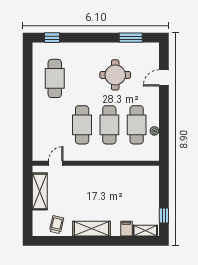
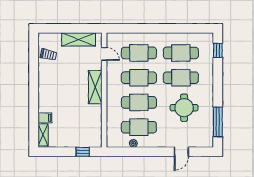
window: (131, 38) -> (218, 122), width x1.44
cafe table: (82, 78) -> (181, 78), added
door: (164, 78) -> (181, 152), swing flipped
cafe table: (55, 125) -> (139, 53), added
window: (164, 215) -> (83, 152), moved
shelving: (91, 229) -> (95, 87), moved

